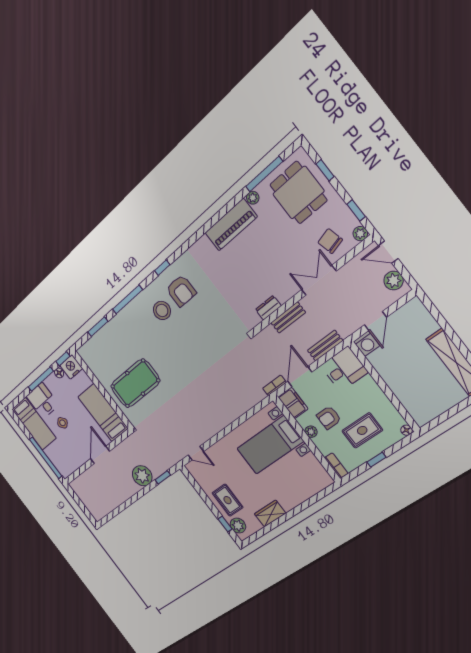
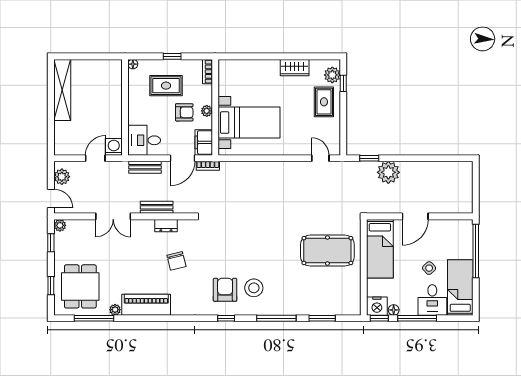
chair: (330, 241) -> (176, 261), moved

